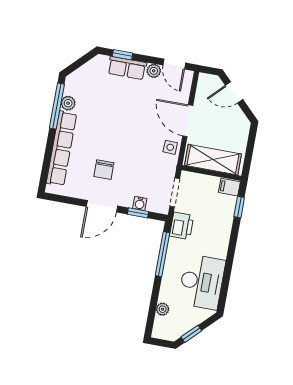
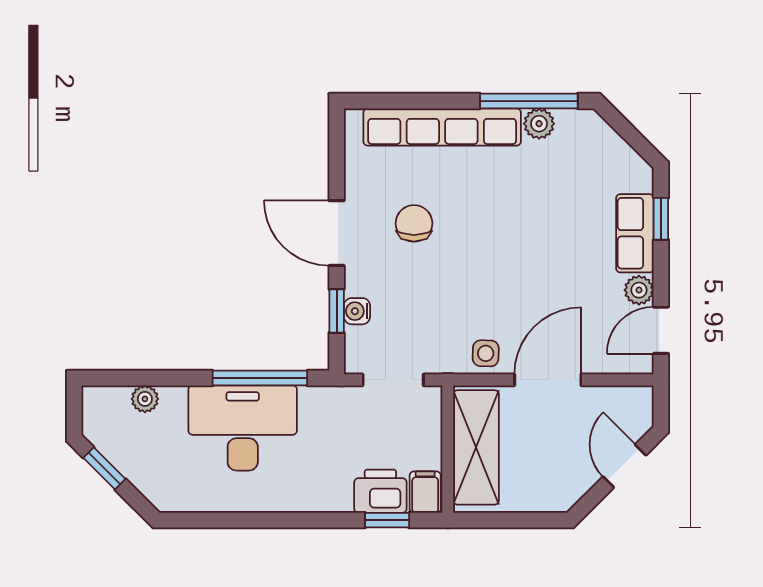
chair: (104, 170) -> (414, 223), turned 90
printer: (182, 226) -> (380, 491), moved, turned 180
desk: (202, 282) -> (243, 428), moved, turned 180

